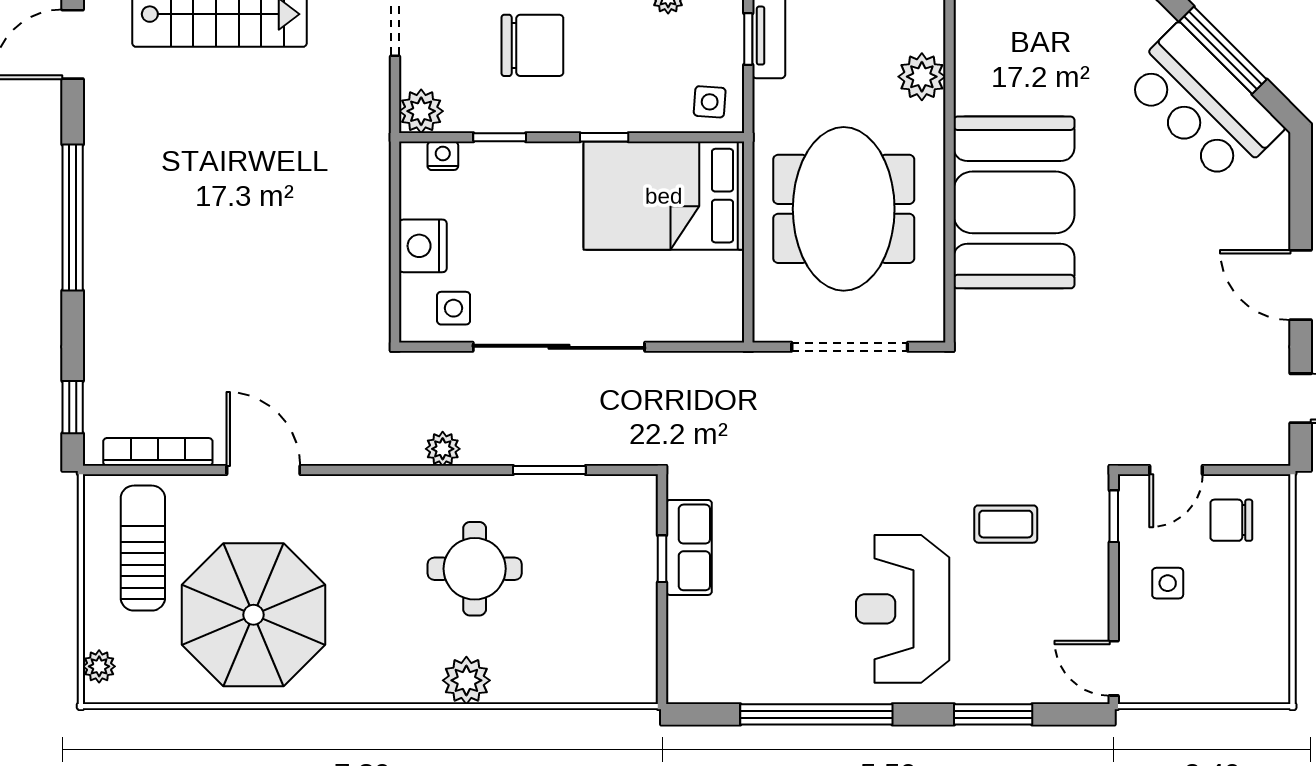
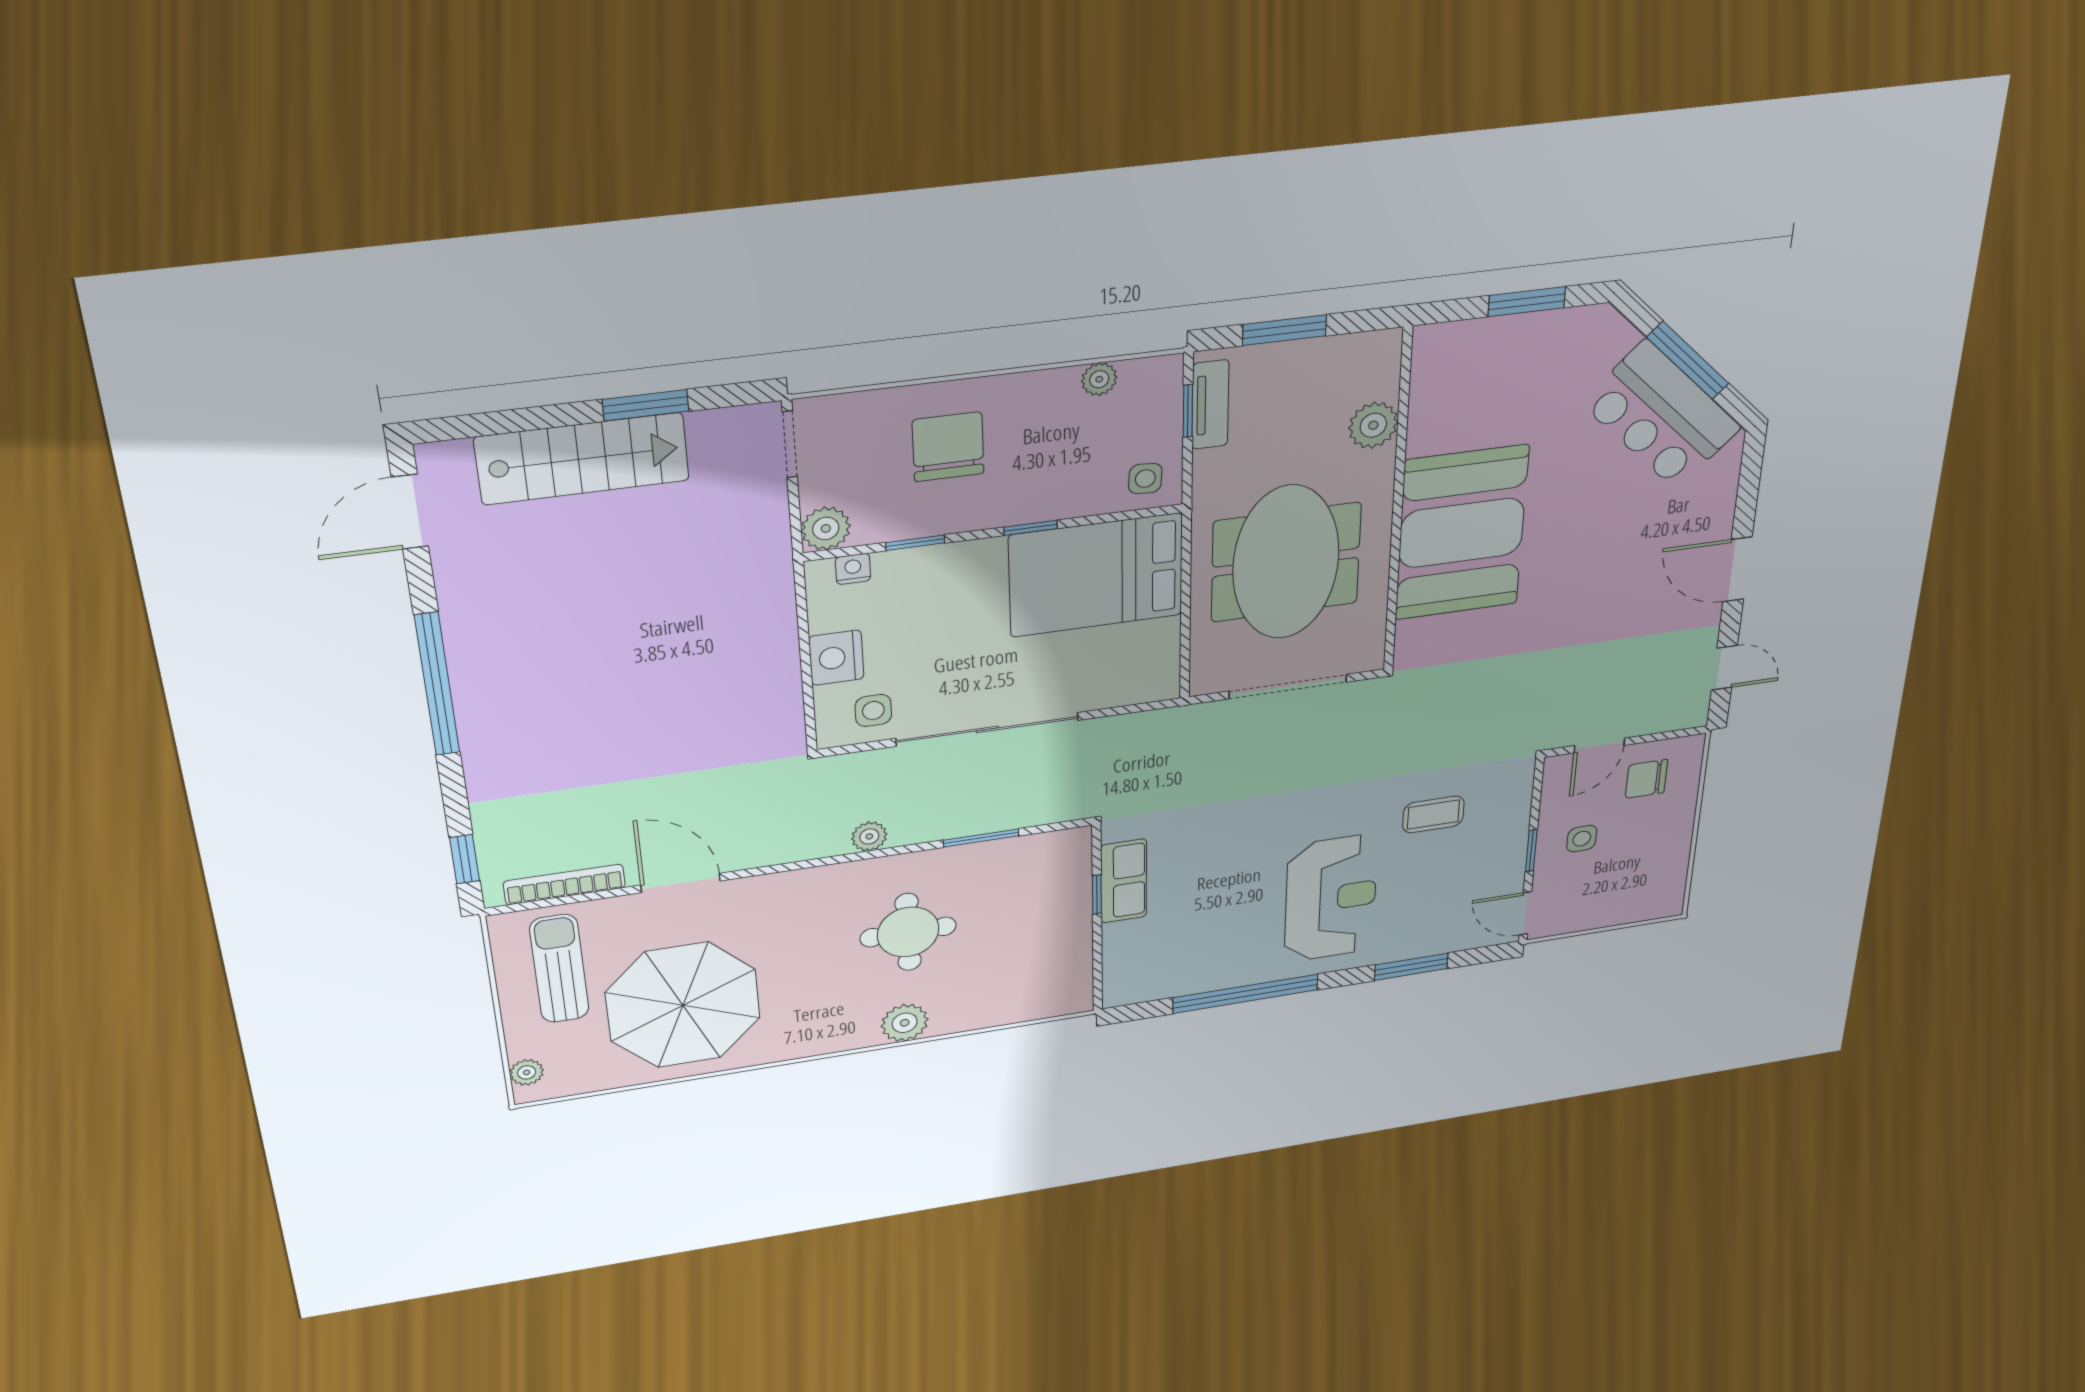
chair: (532, 45) -> (948, 447), turned -90
window: (1114, 516) -> (1531, 851), moved
reception desk: (903, 609) -> (1331, 898), turned 180

